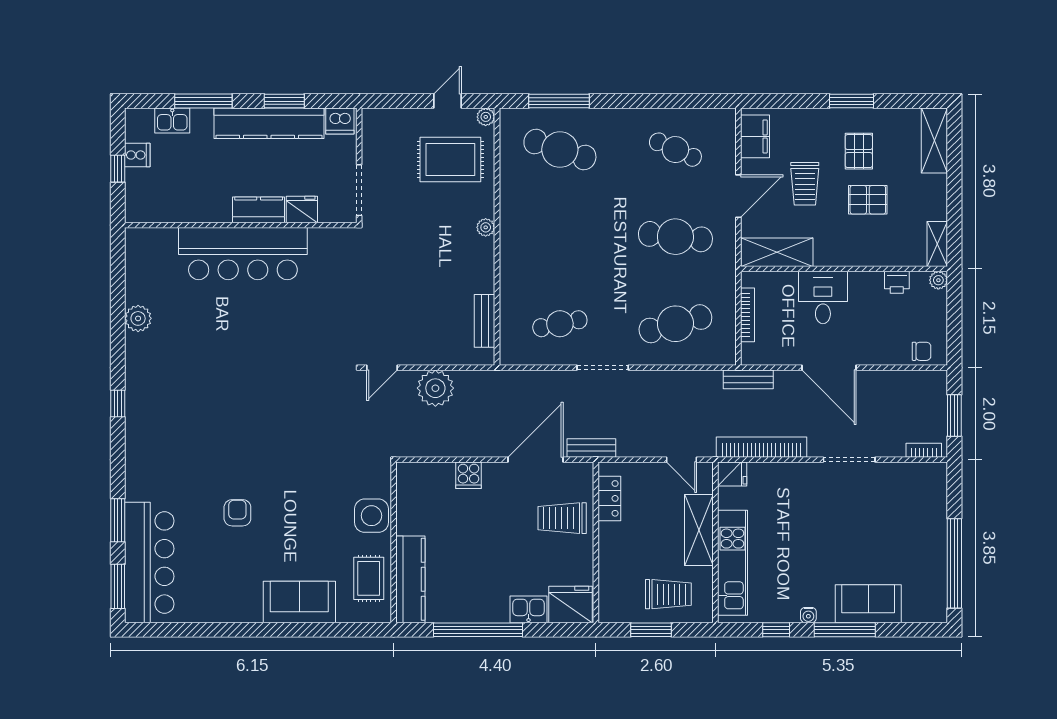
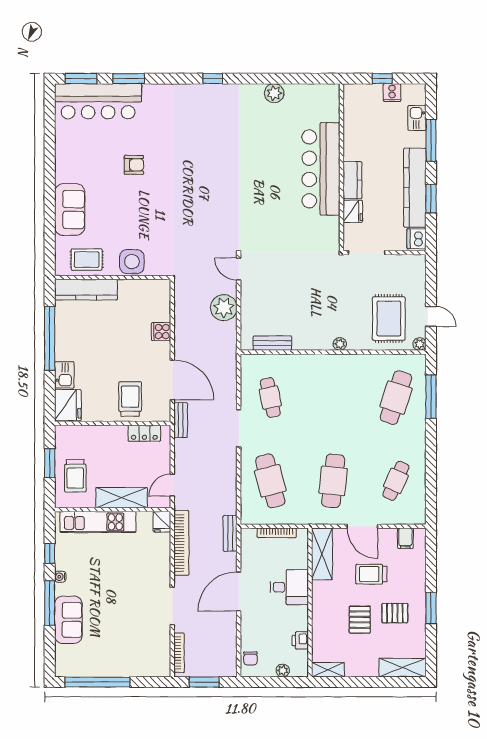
filing cabinet: (755, 136) -> (405, 538), width x0.50
plant: (938, 280) -> (283, 670), moved
bookcase: (924, 450) -> (179, 653), width x1.56

